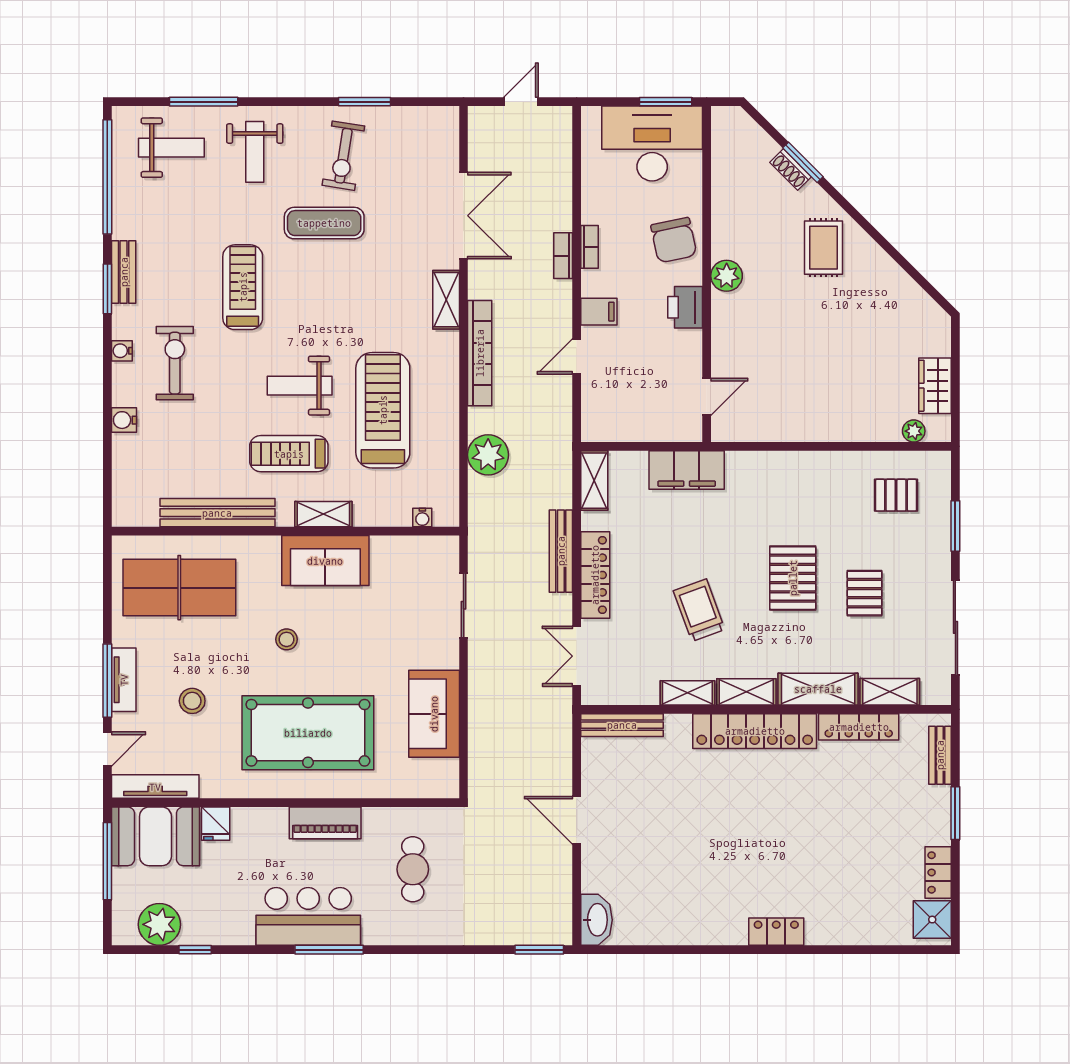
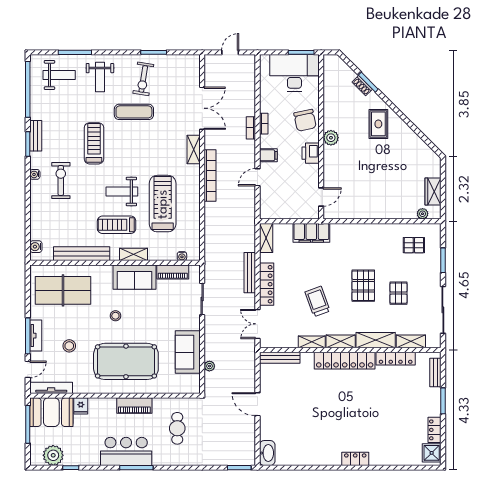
water cooler: (124, 420) -> (36, 247), moved
plant: (488, 455) -> (209, 366), moved, width x0.53, depth x0.53
piano: (404, 550) -> (173, 272), added

